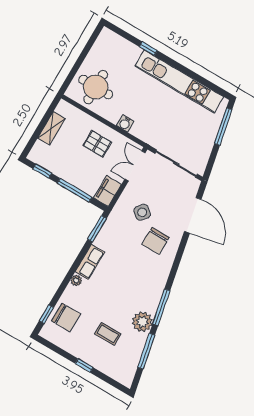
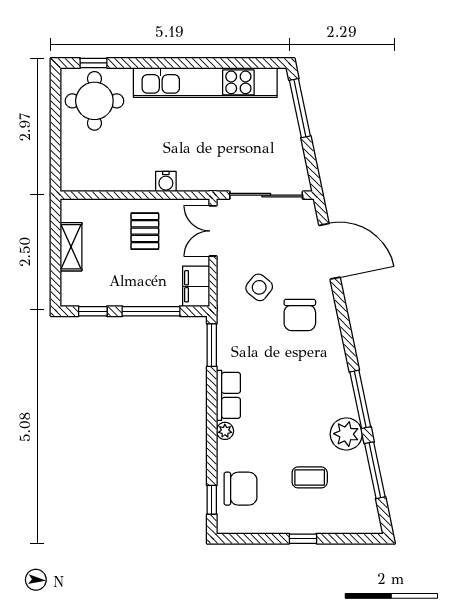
window: (148, 49) -> (93, 63), moved
round table: (96, 87) -> (94, 101), moved
pallet: (97, 144) -> (145, 231), turned 90

